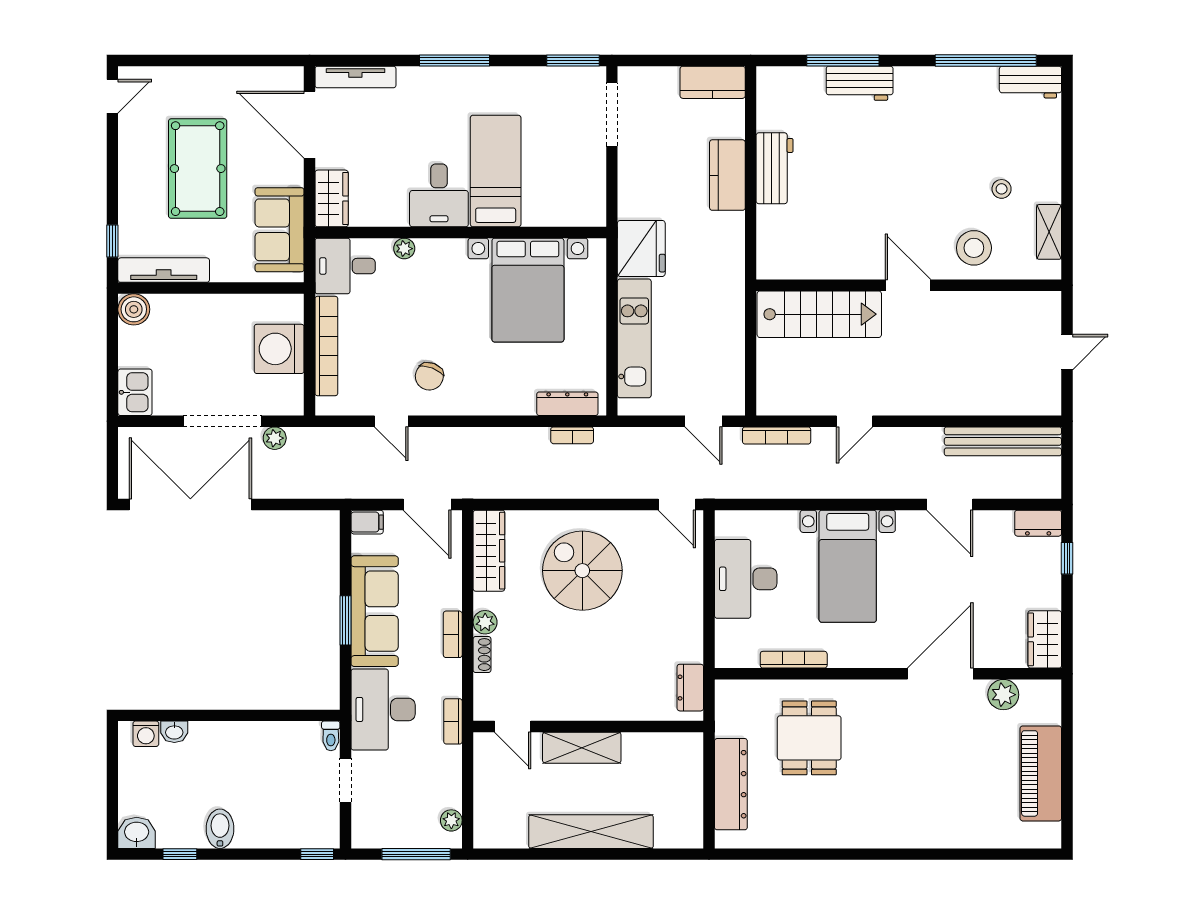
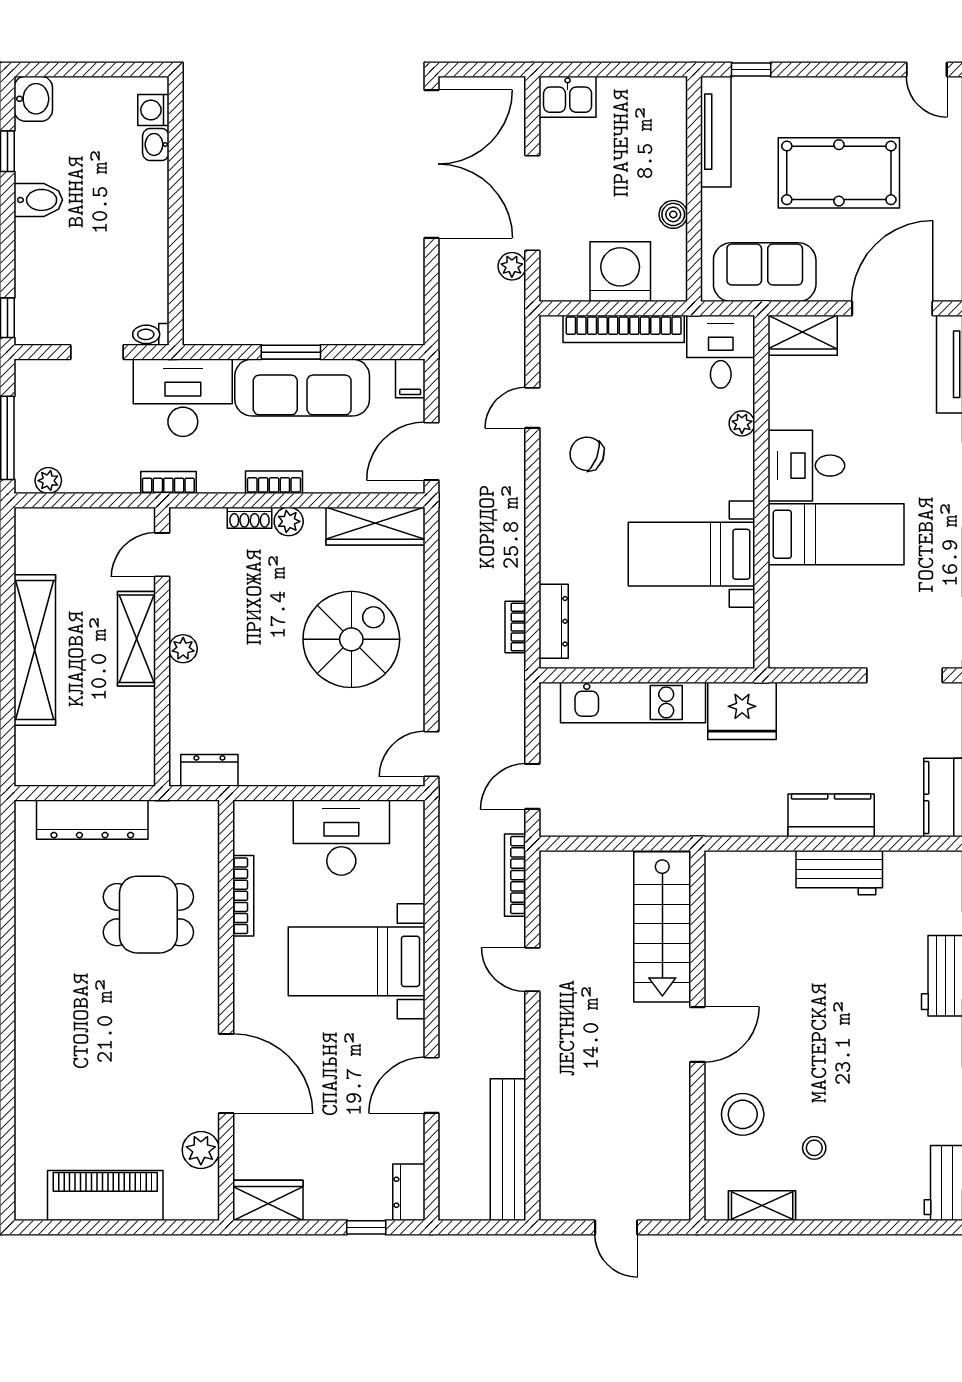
bed with nightstands: (528, 290) -> (692, 554), width x0.73
boiler: (134, 309) -> (673, 214), moved, width x0.73, depth x0.73
plant: (590, 709) -> (183, 649), added

